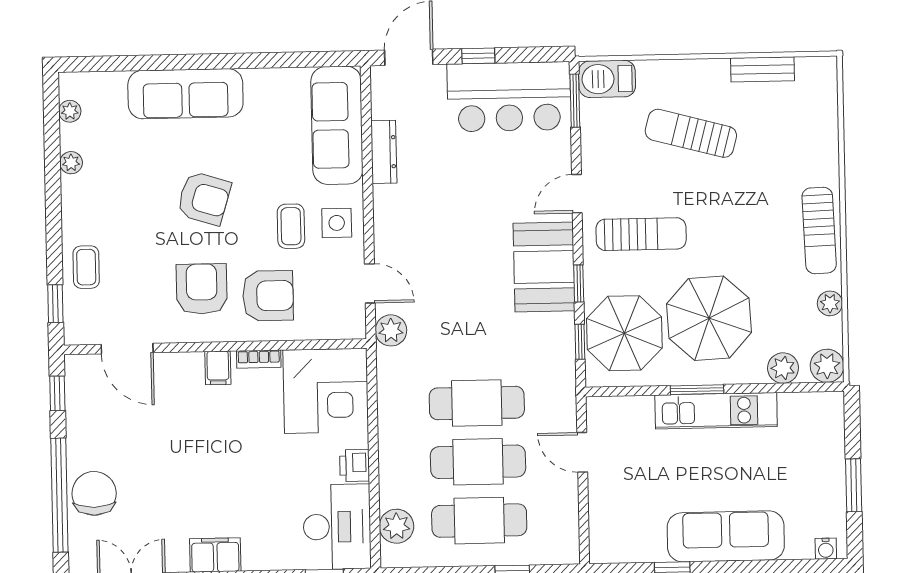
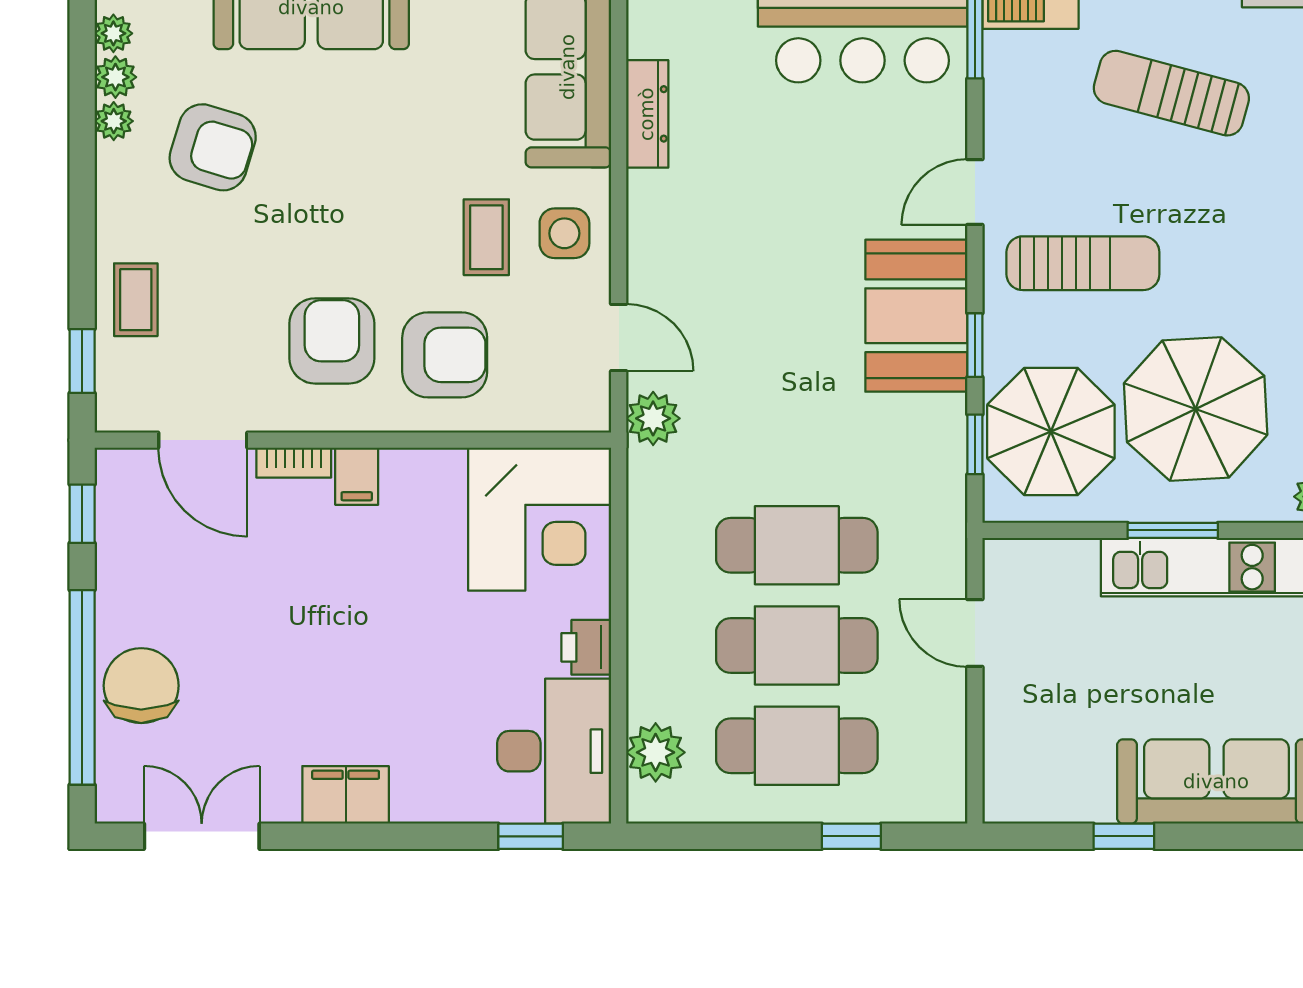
plant: (72, 137) -> (115, 77), added
armchair: (204, 198) -> (213, 147), moved
bookcase: (259, 359) -> (294, 463), moved

